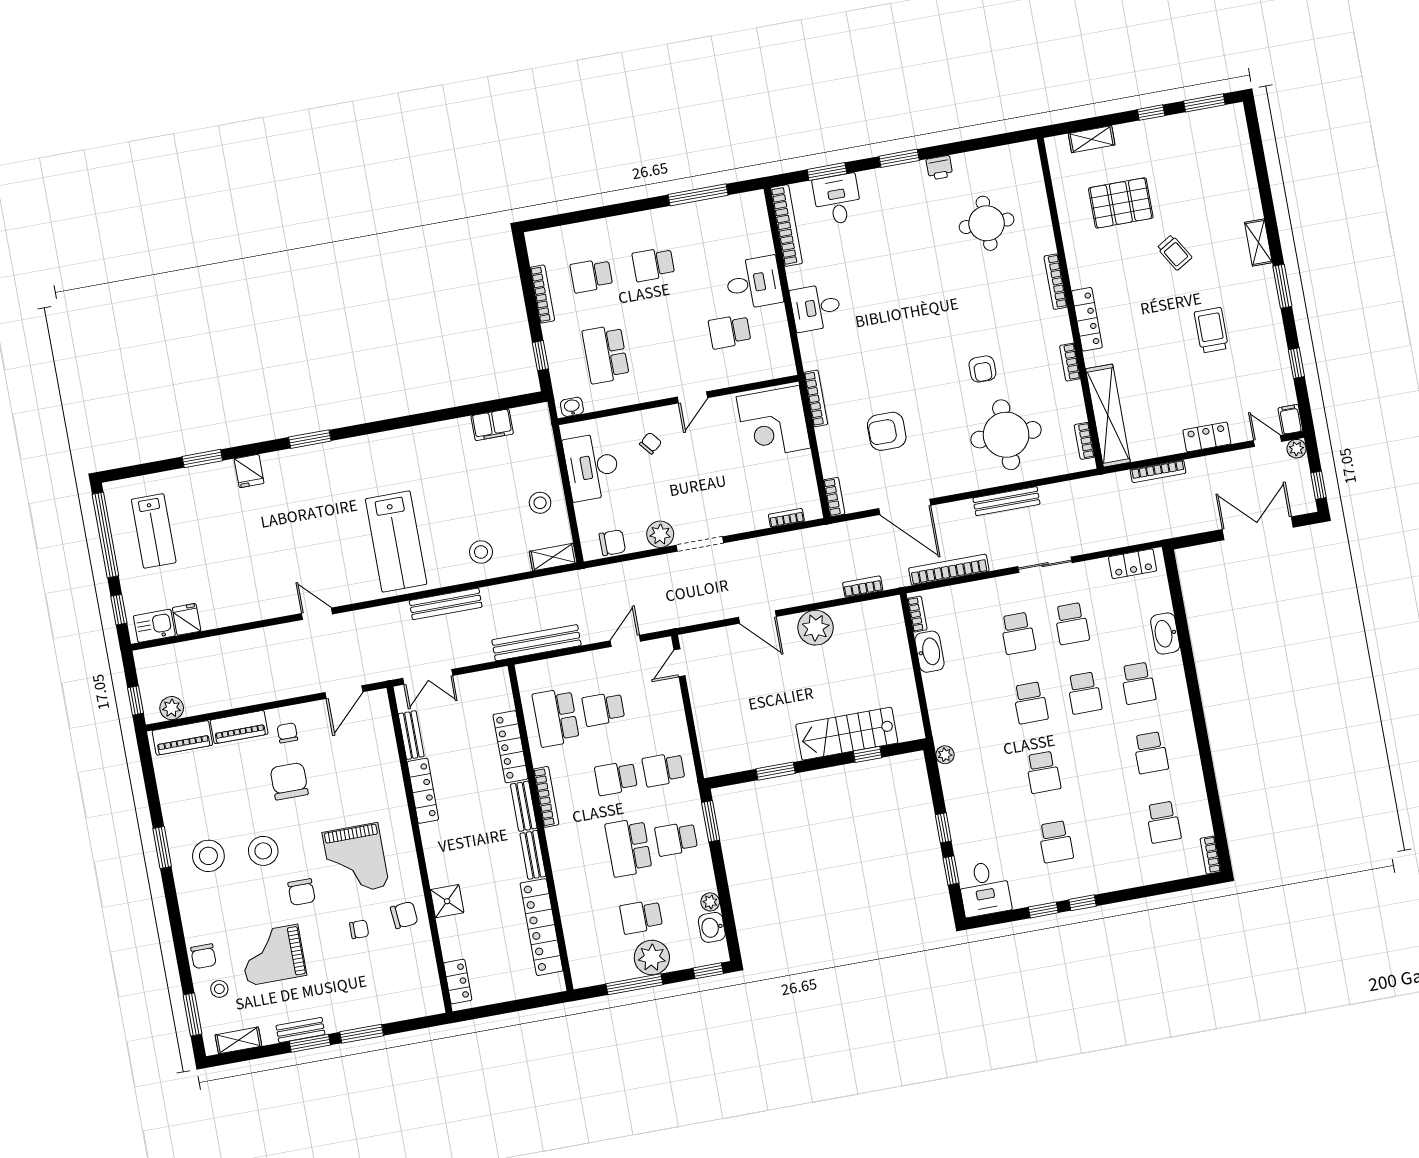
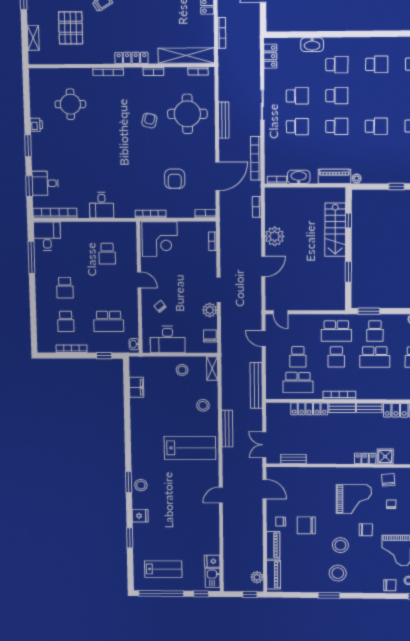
desk: (754, 283) -> (47, 236), moved
armchair: (982, 369) -> (149, 121), turned -76
stool: (308, 463) -> (141, 485), added
double door: (428, 677) -> (264, 445), swing flipped
piano: (942, 715) -> (334, 176), added
school desk: (664, 769) -> (336, 331), width x1.85
locker: (423, 791) -> (365, 459), moved, width x0.66

